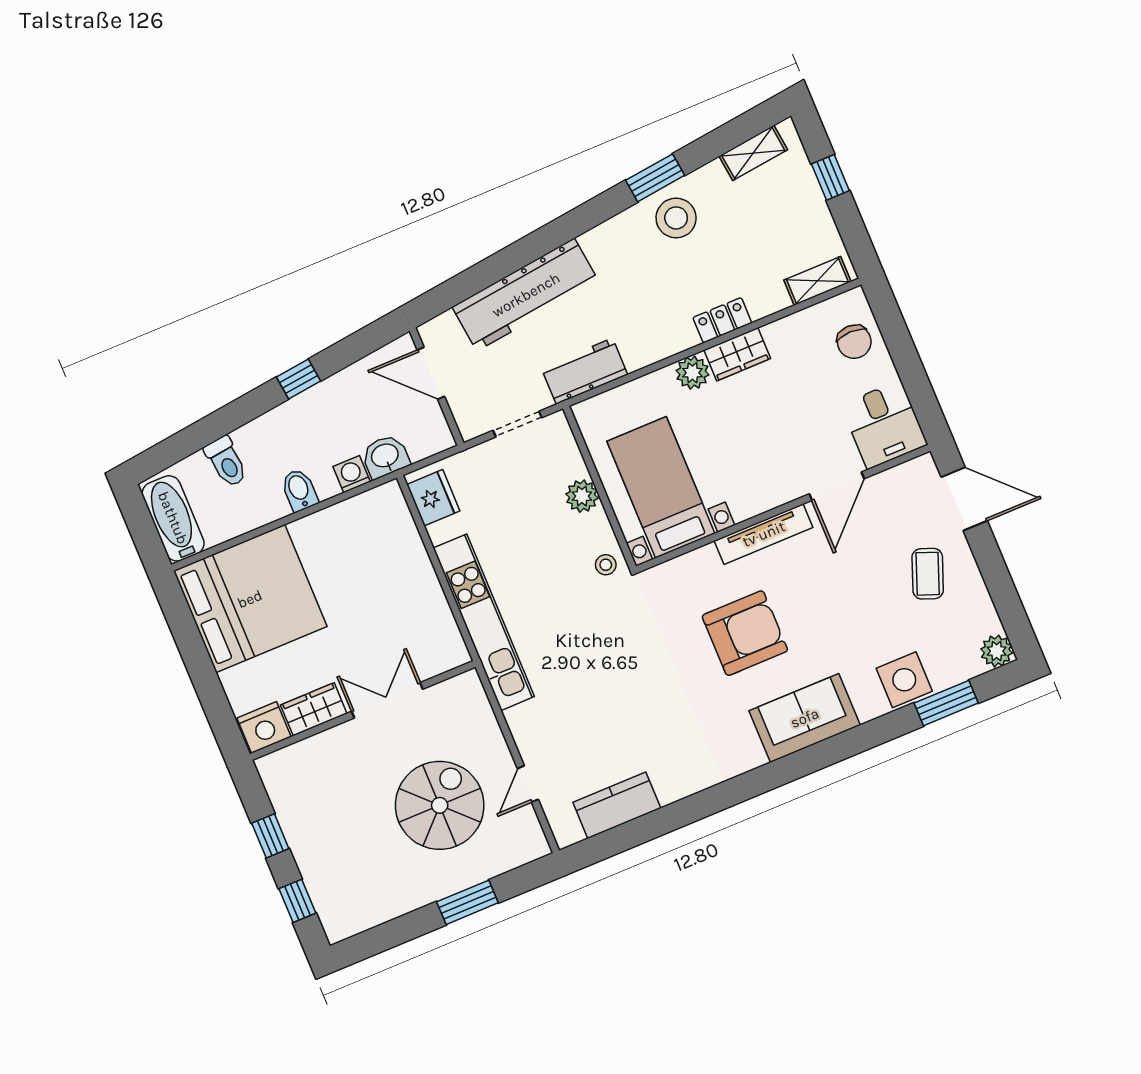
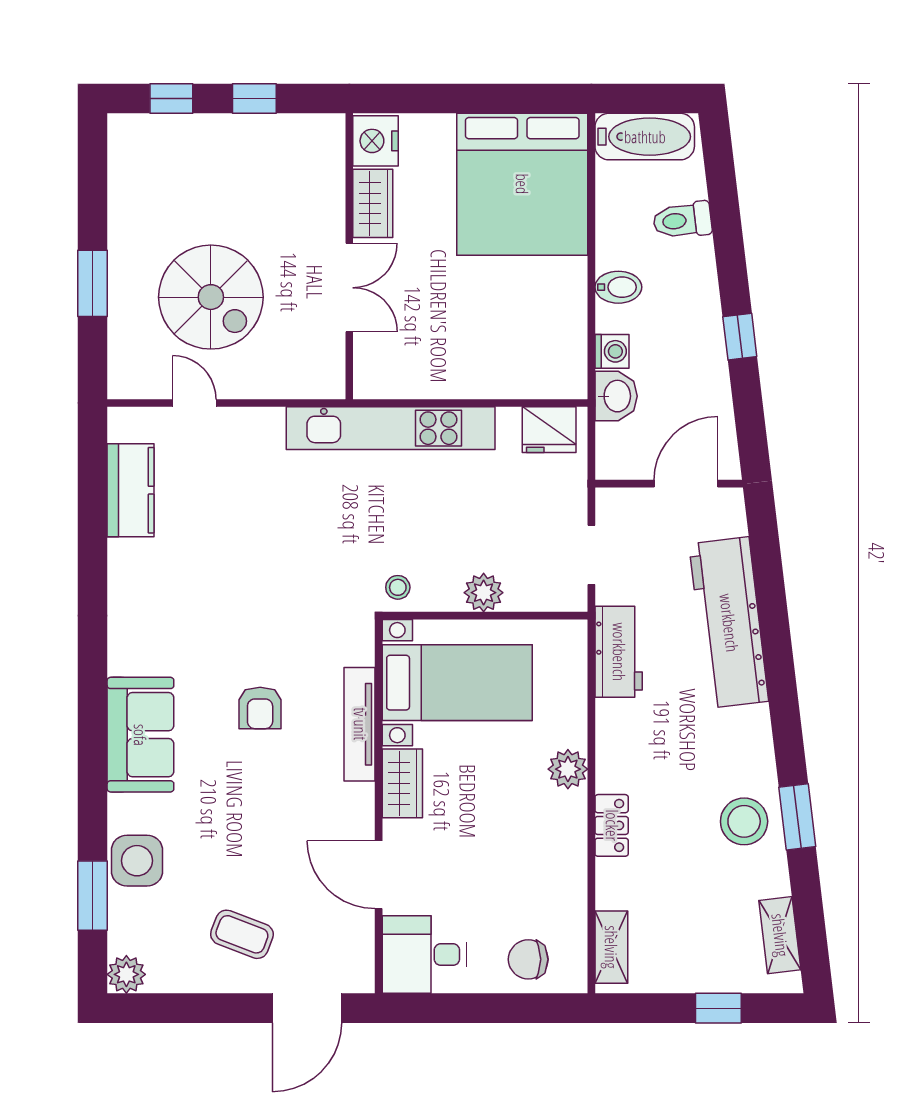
wardrobe: (737, 354) -> (402, 783), moved, turned 180
tv unit: (764, 534) -> (360, 724), moved
armchair: (745, 633) -> (260, 708), width x0.53, depth x0.53

